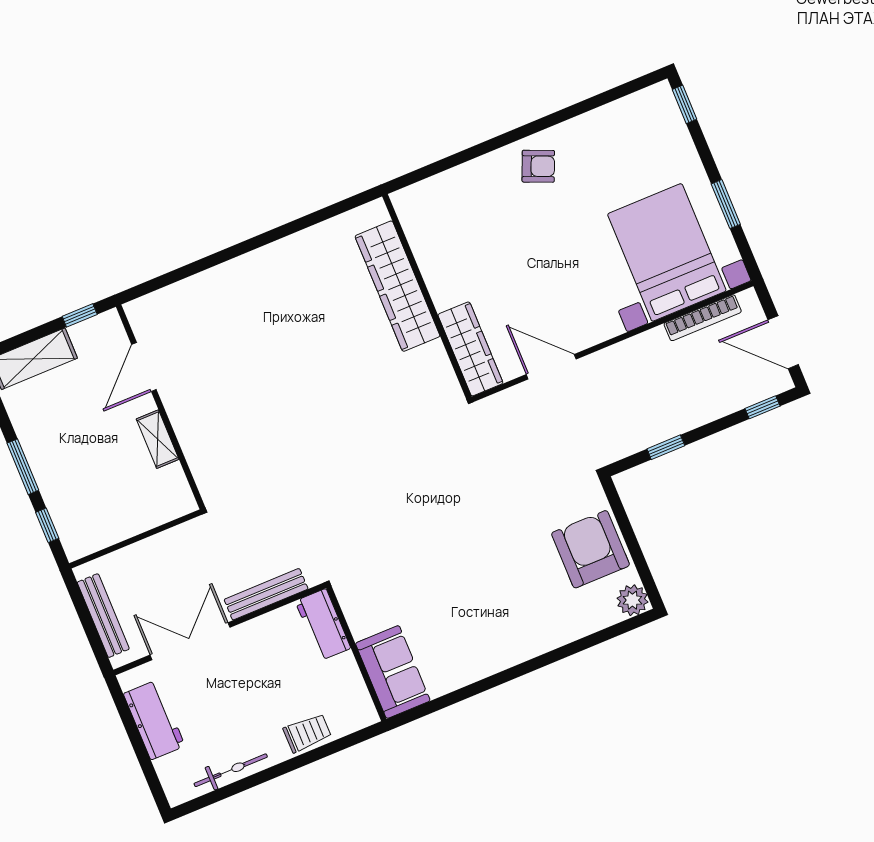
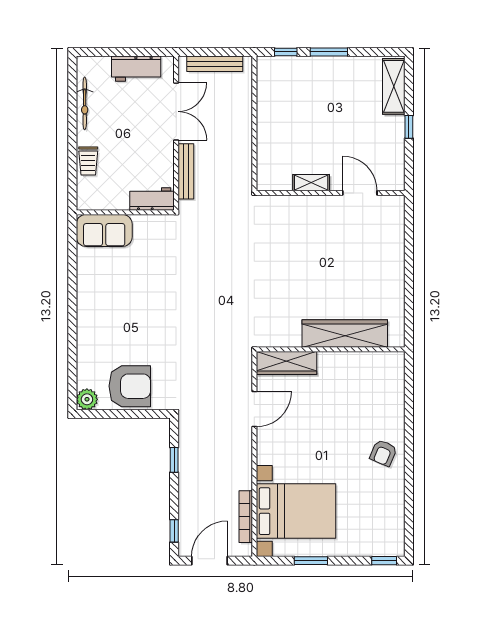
door: (144, 367) -> (360, 193), moved
wall: (160, 407) -> (331, 193), moved
shelving: (158, 439) -> (311, 183), moved

